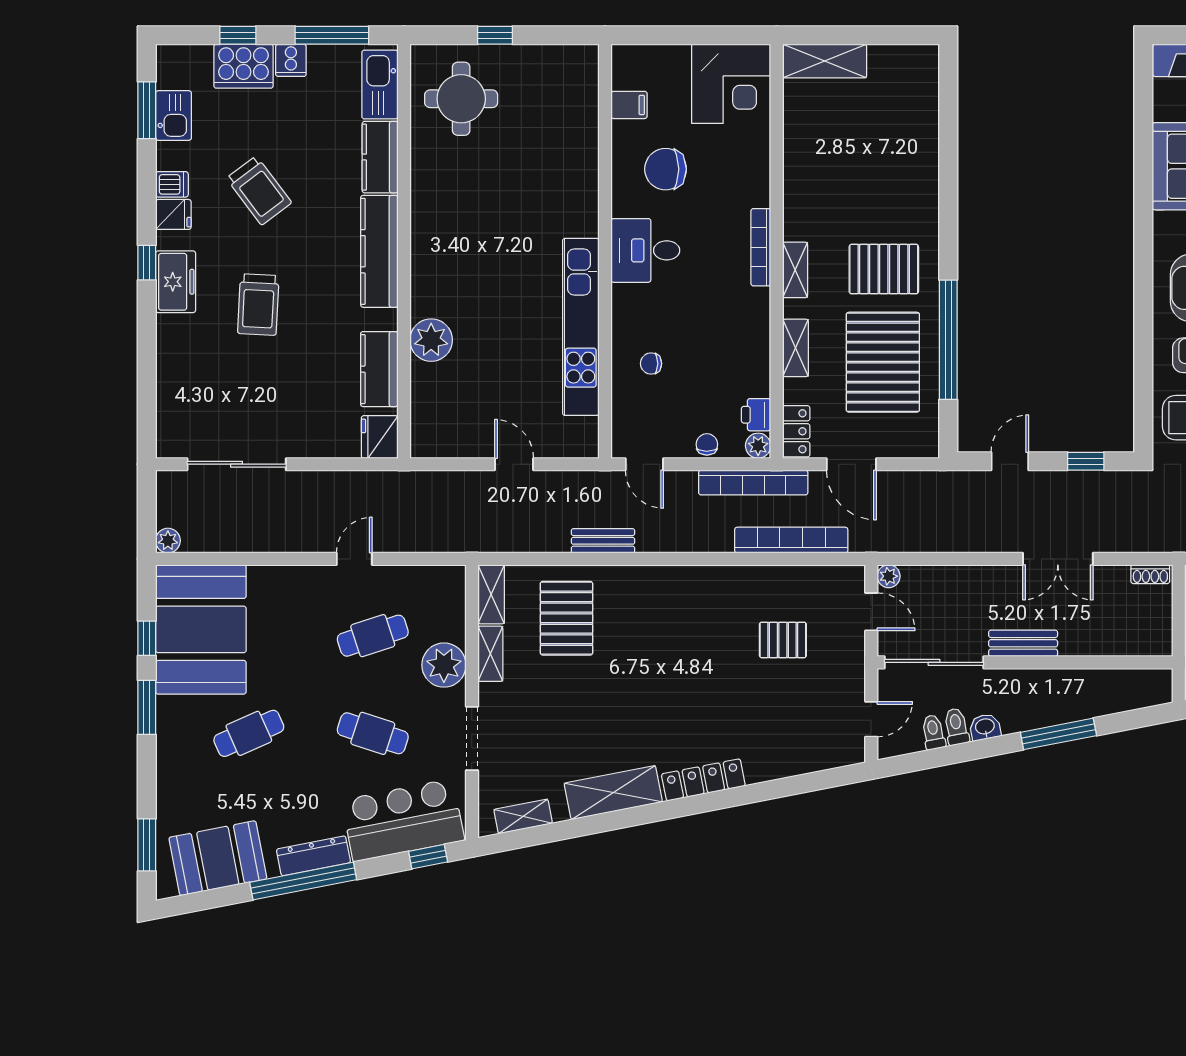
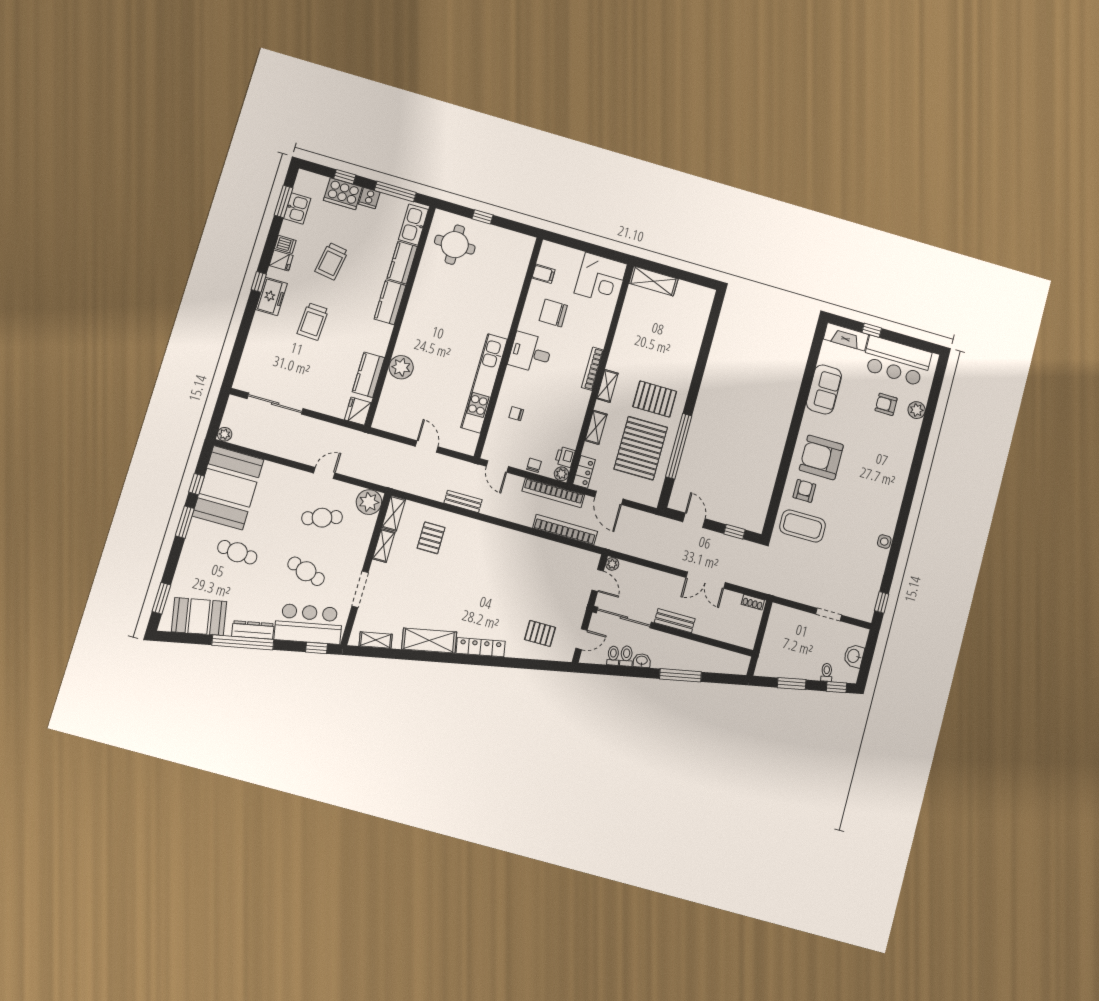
trolley: (259, 190) -> (331, 261), turned 46
kitchen counter: (379, 251) -> (390, 302), width x0.67
door: (1010, 461) -> (694, 520), hinge flipped
pallet: (566, 618) -> (431, 538), width x0.67, depth x0.71
pallet: (783, 640) -> (540, 633), moved
plant: (444, 665) -> (369, 502), moved
cafe table: (249, 733) -> (237, 552), turned 30

